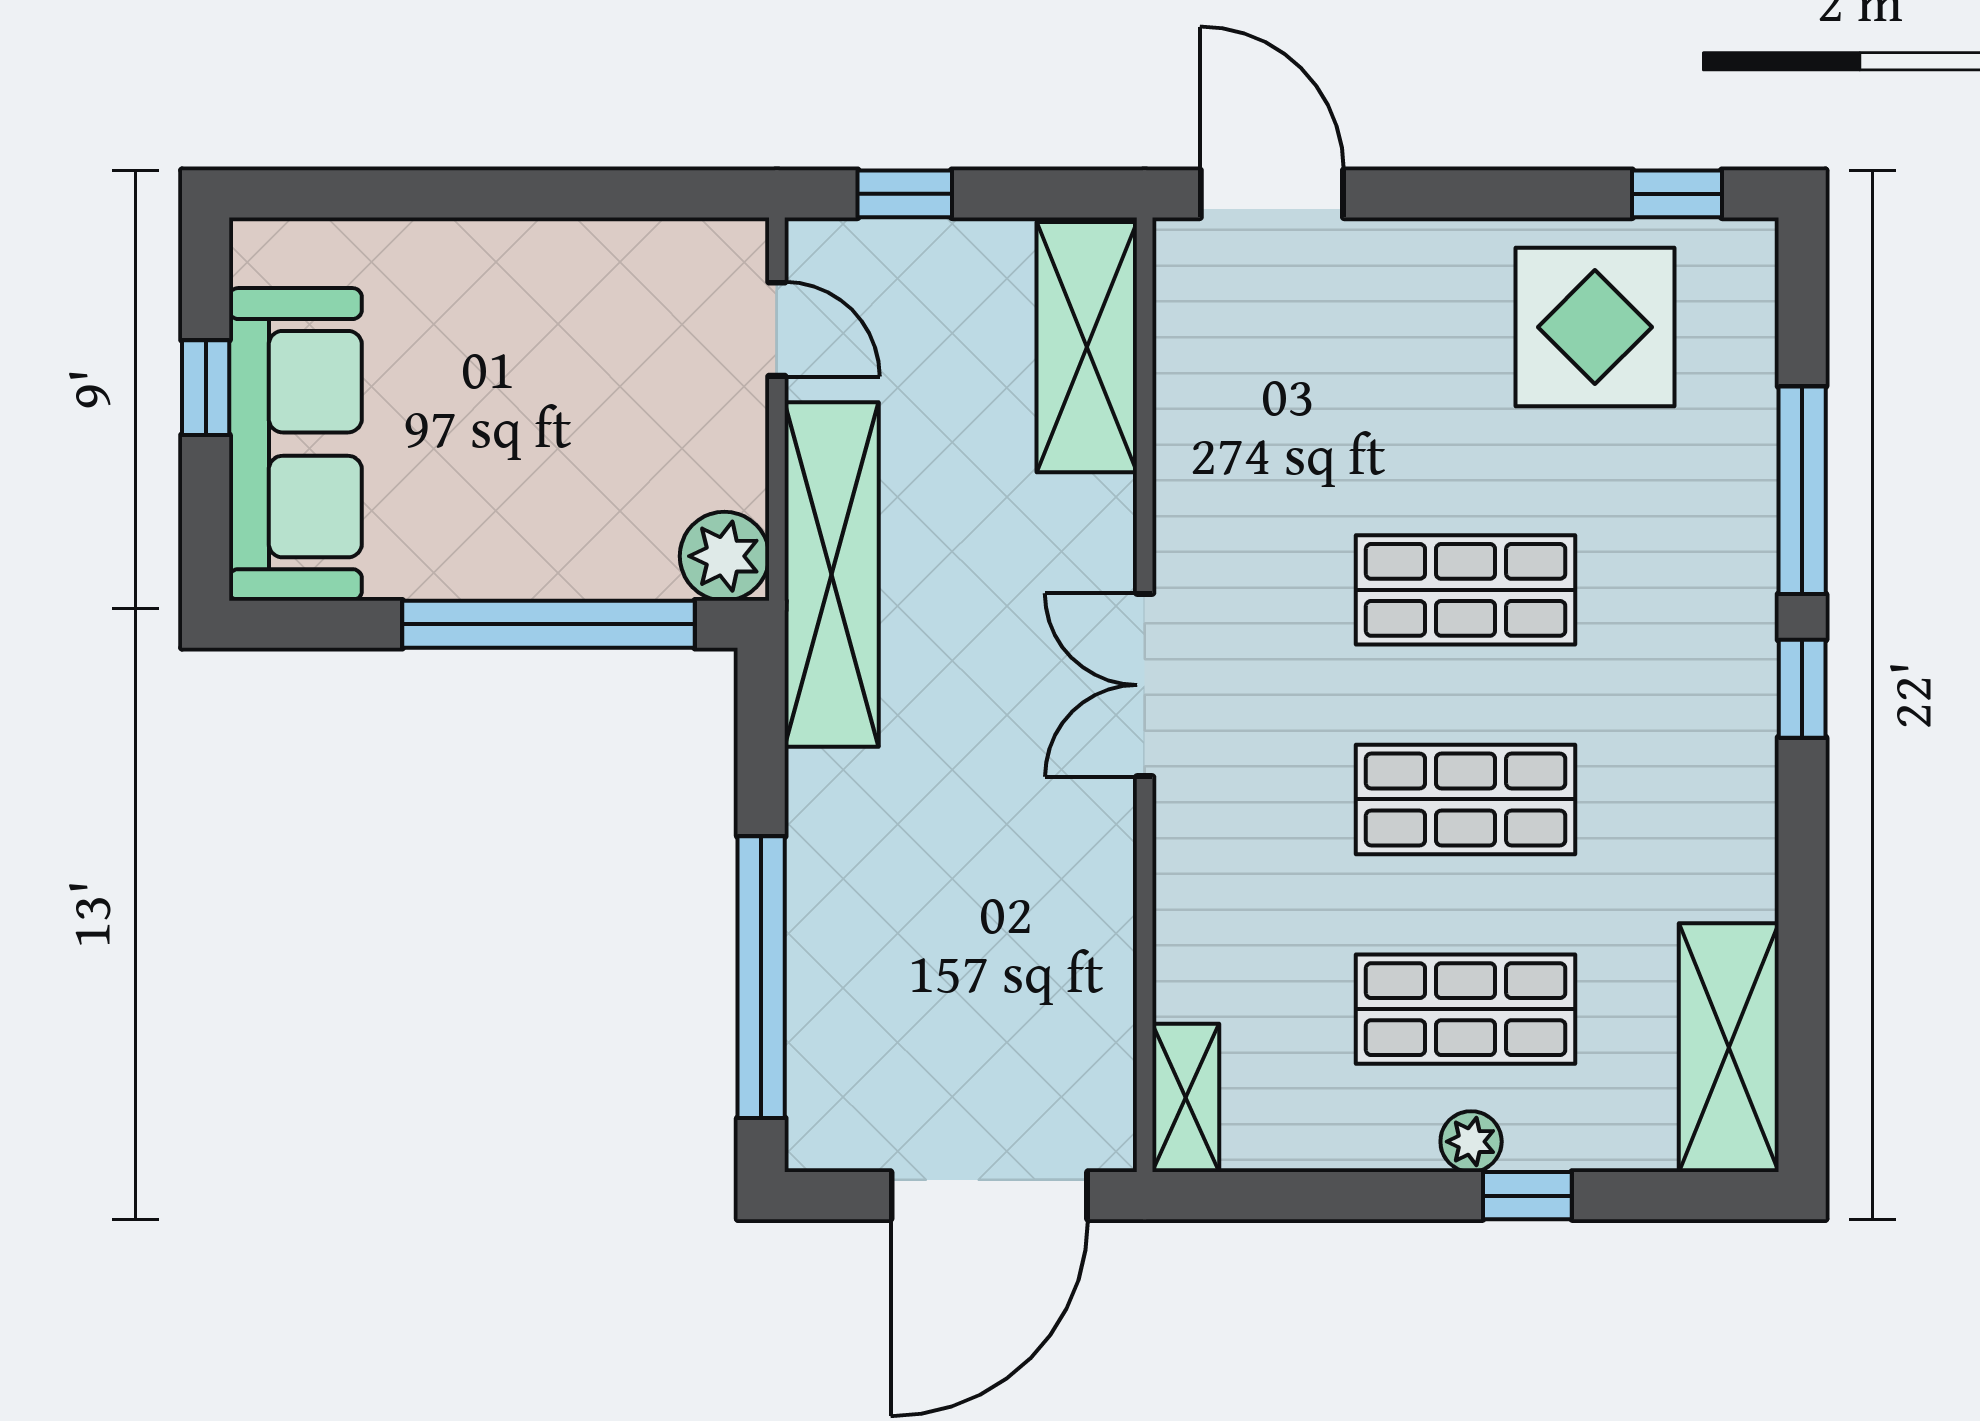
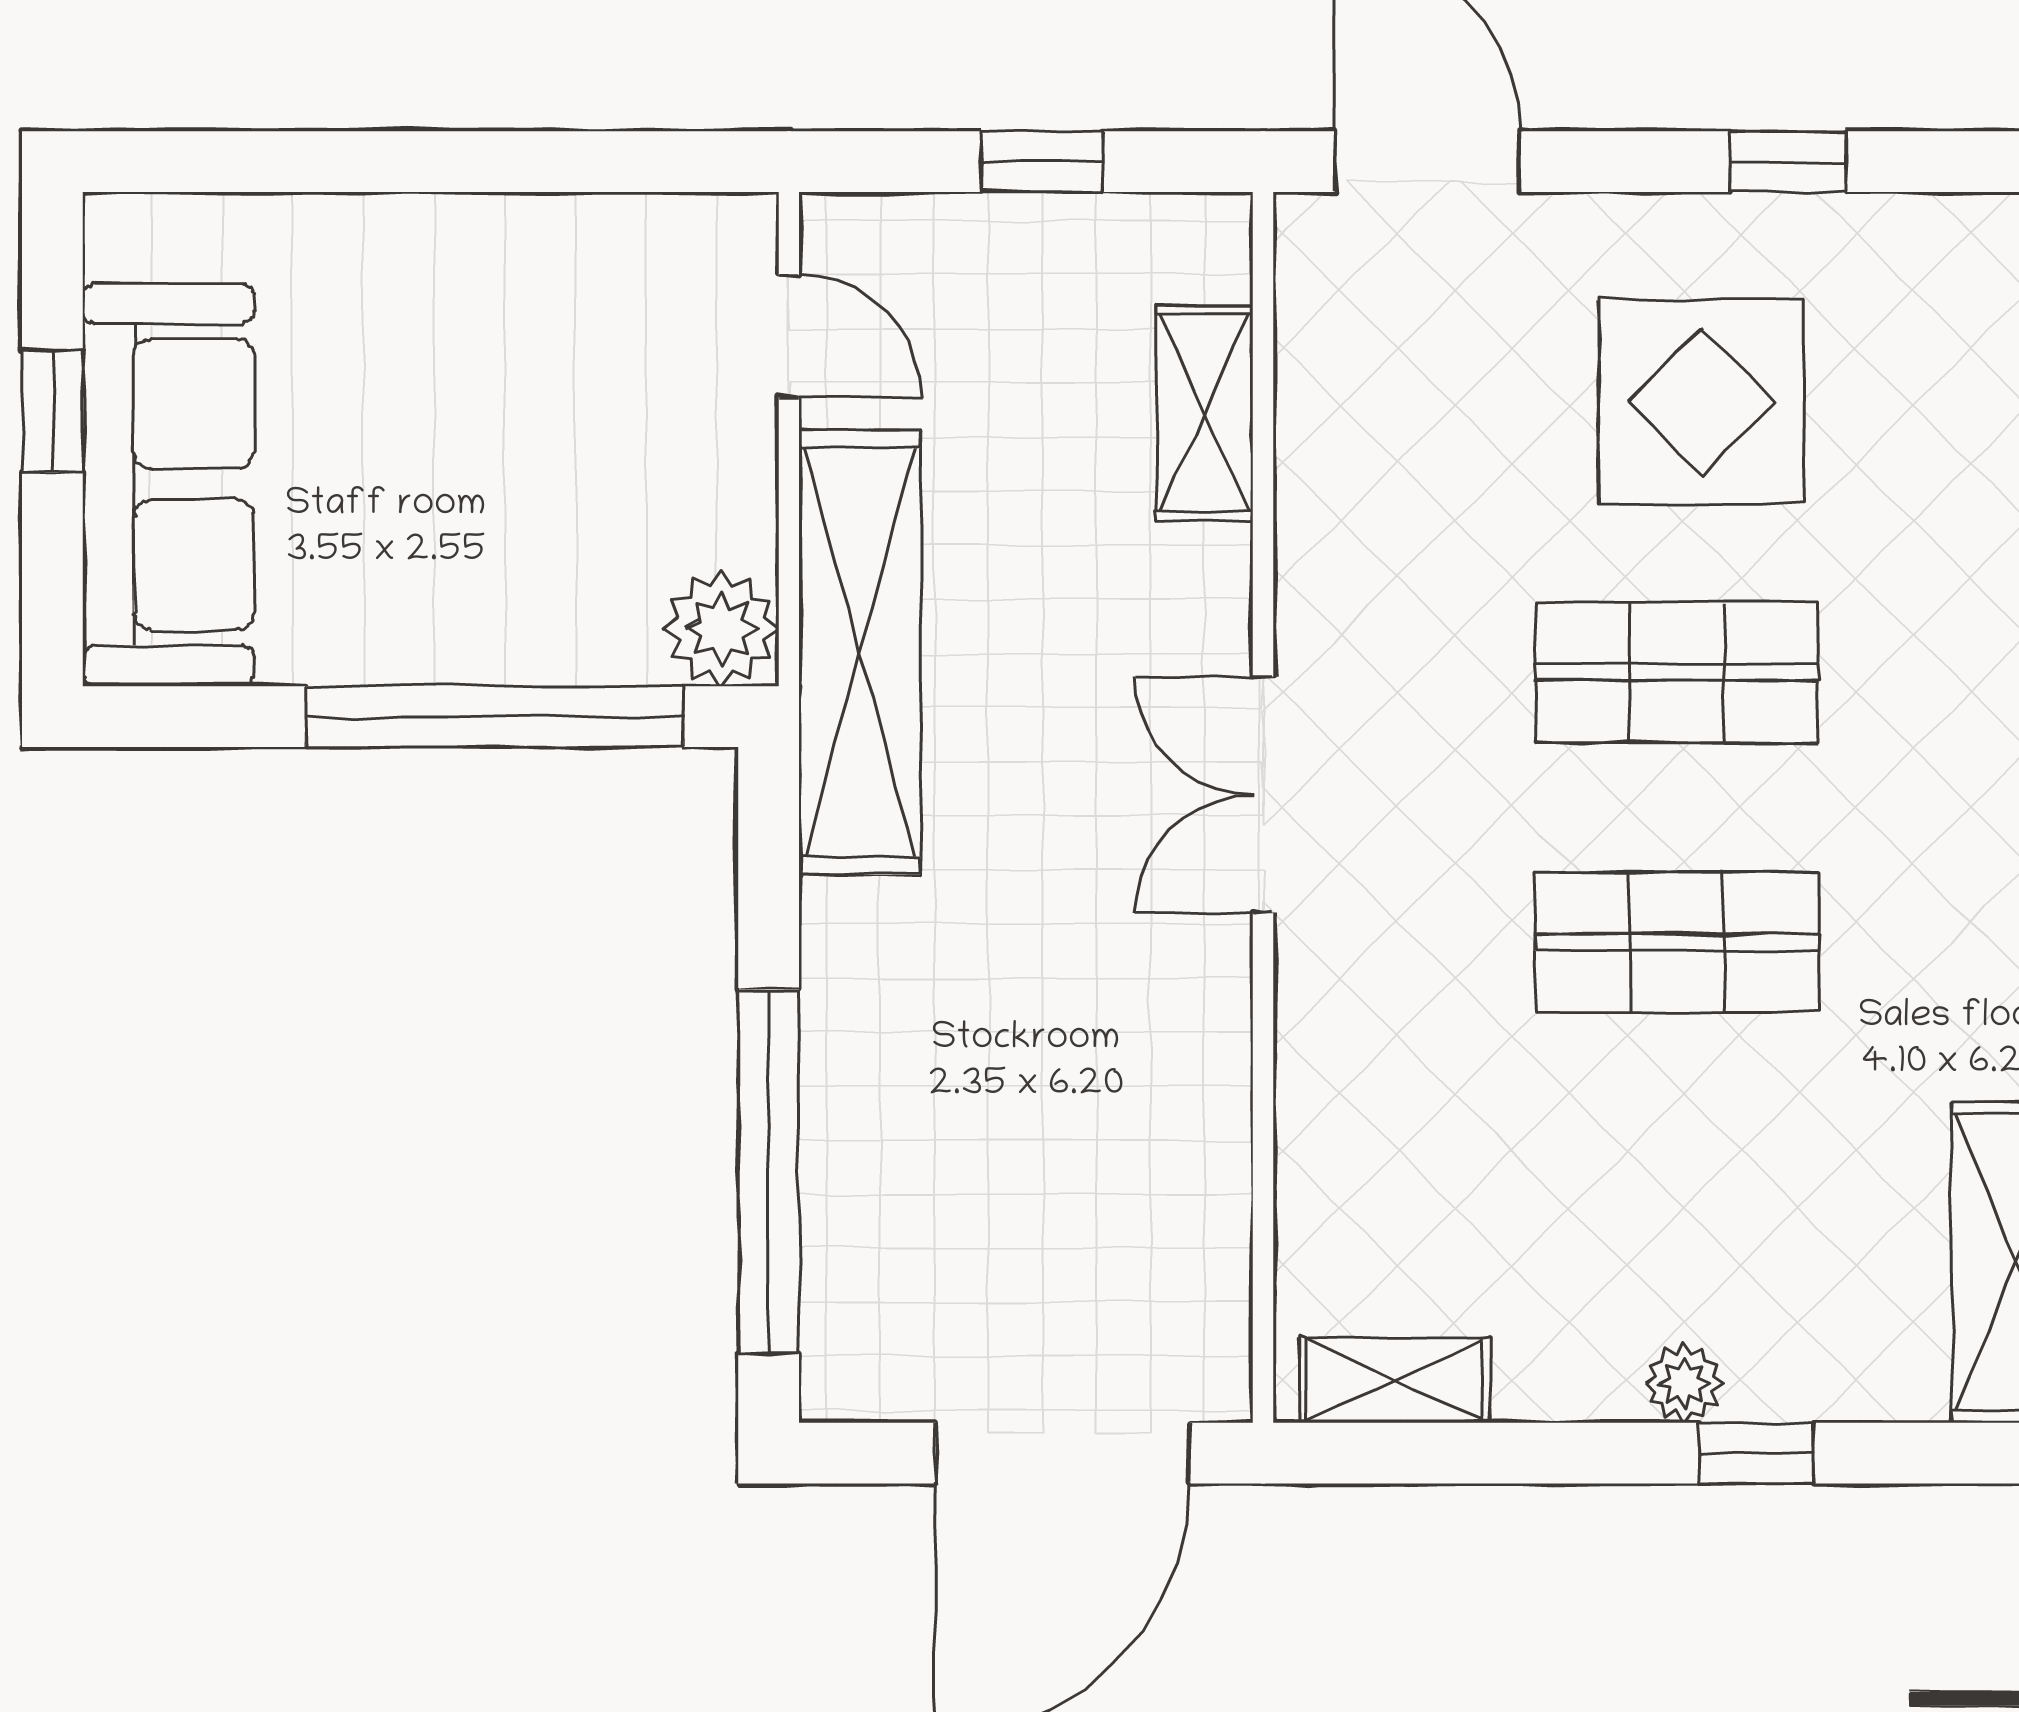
window: (905, 194) -> (1042, 162), moved
window: (1677, 194) -> (1788, 162), moved
display table: (1595, 327) -> (1701, 402), moved
shelving: (1087, 347) -> (1205, 413), width x0.67, depth x0.75
shop shelf: (1466, 1009) -> (1677, 1213), removed
shelving: (1186, 1098) -> (1395, 1380), moved, turned 90

